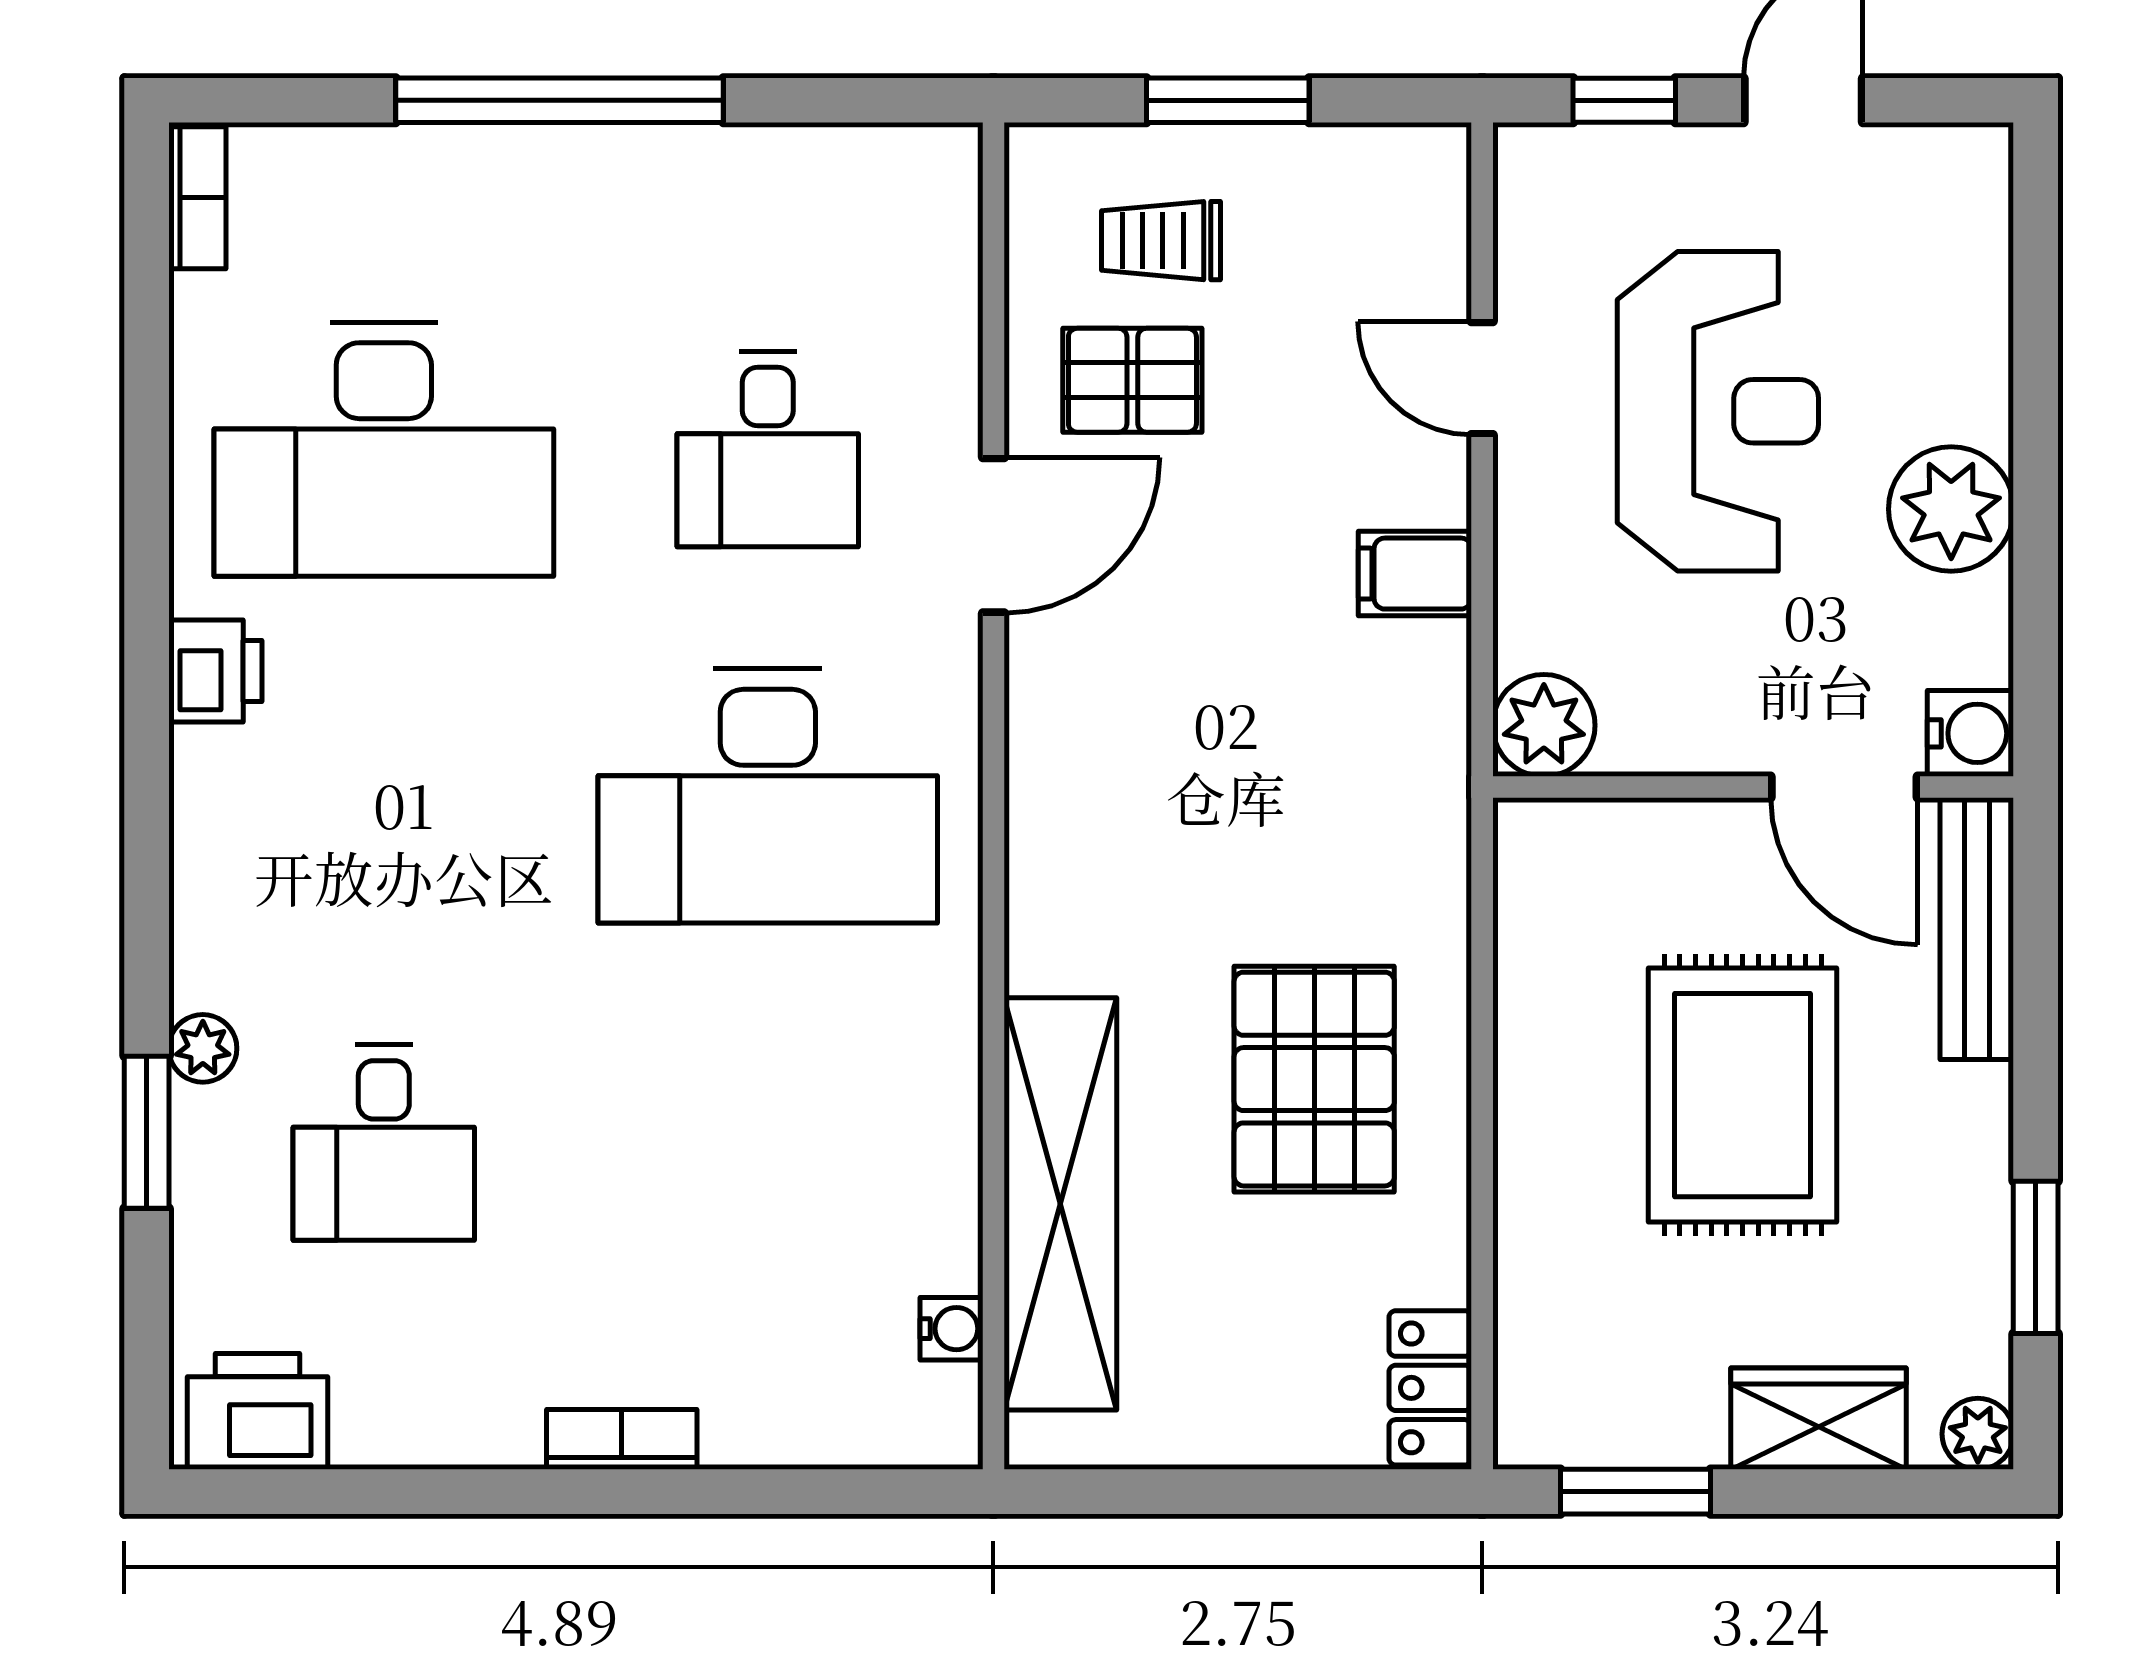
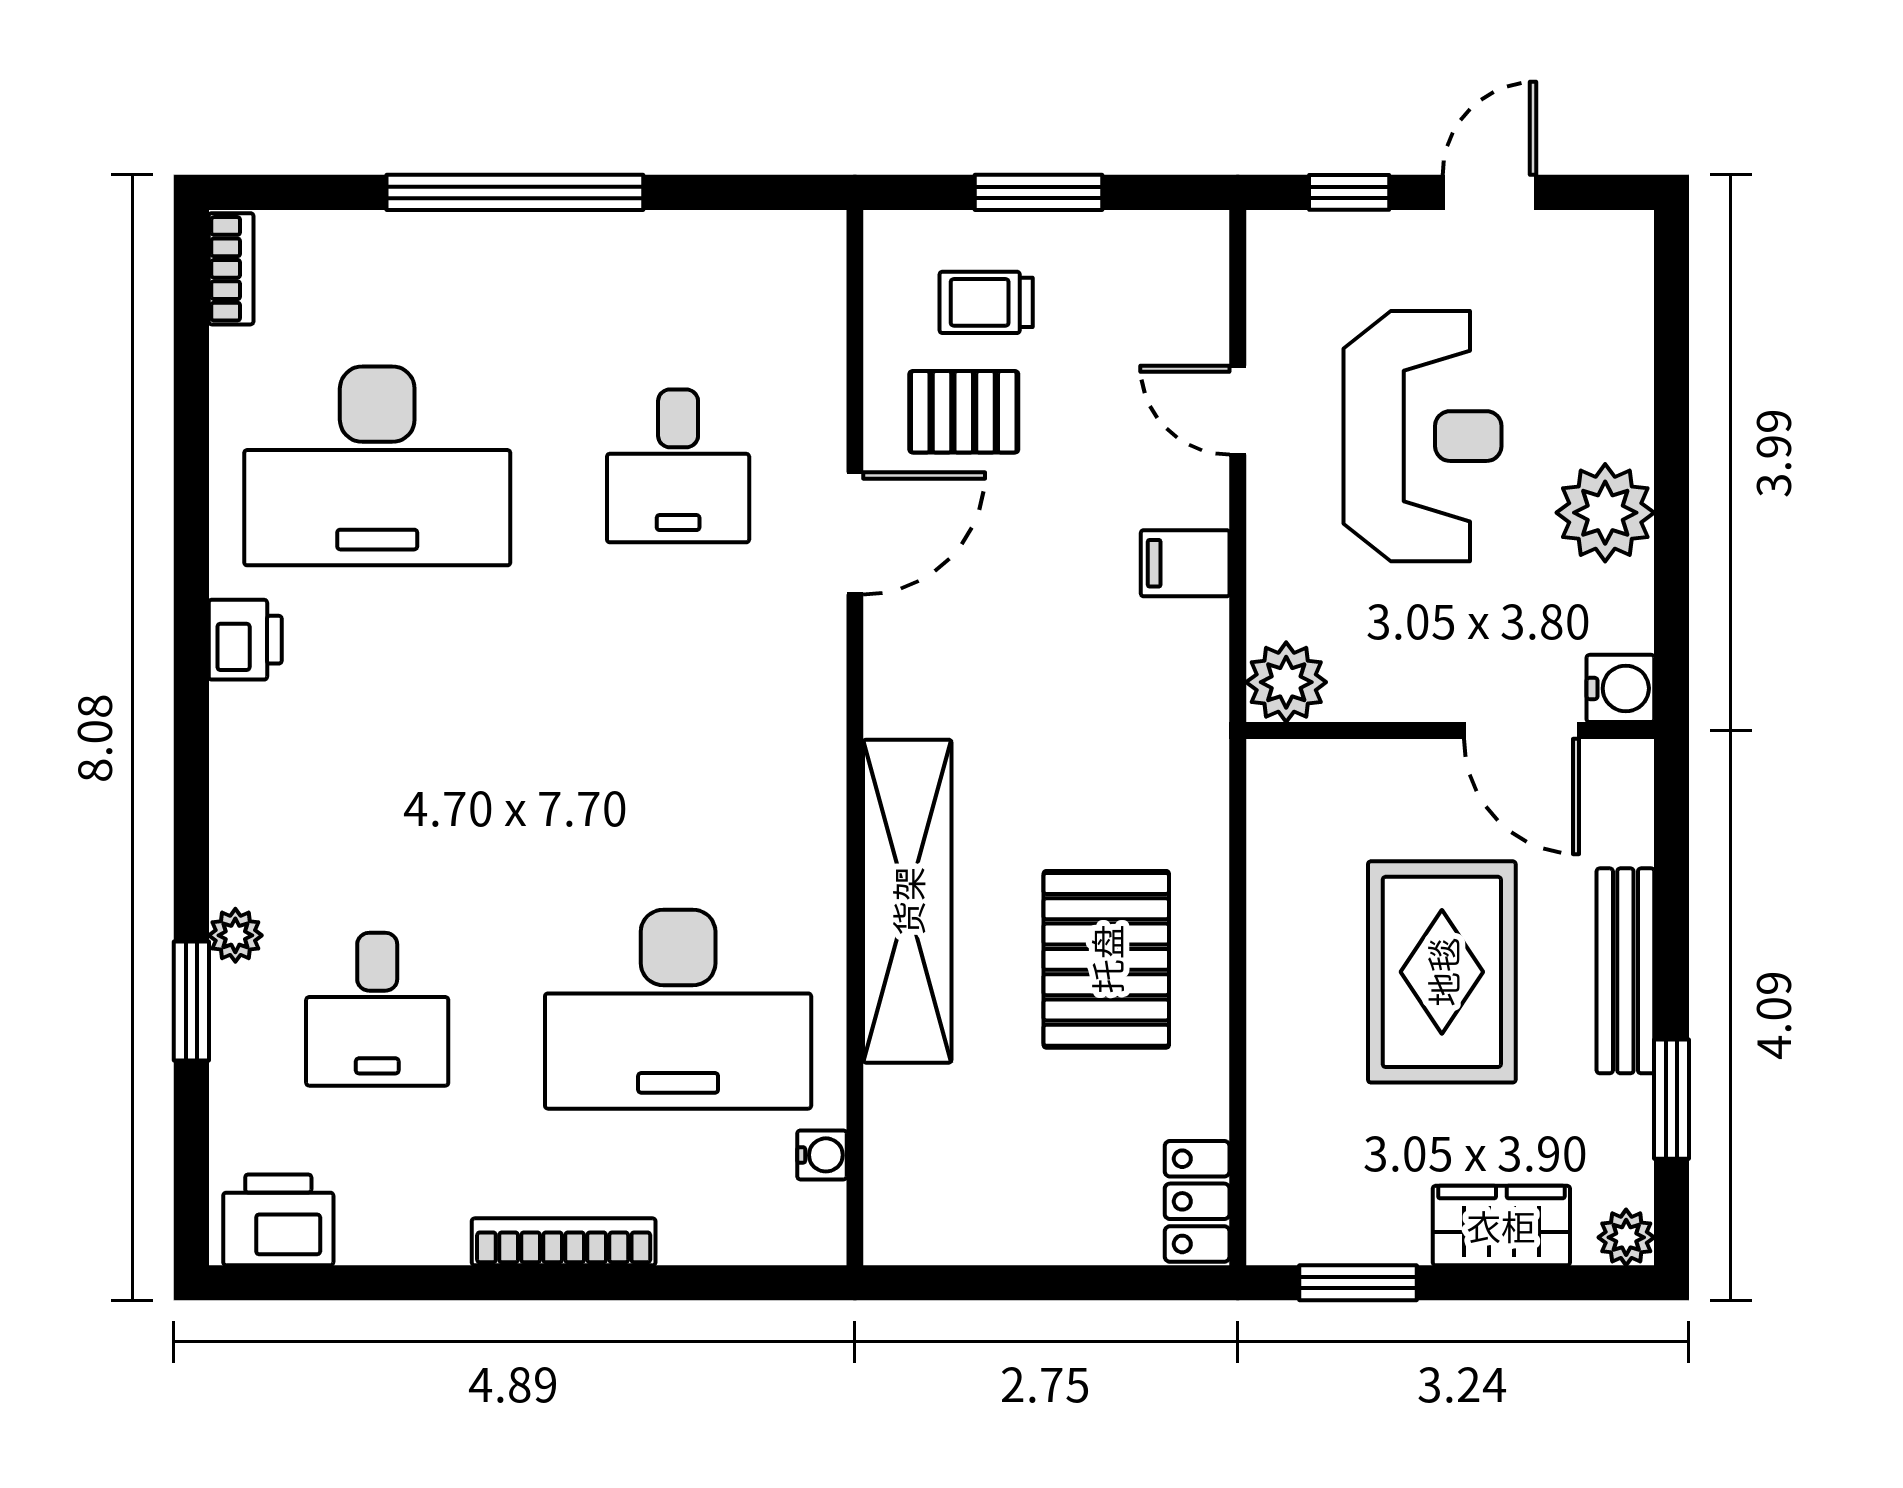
desk: (768, 796) -> (678, 1009), moved
bench: (1977, 929) -> (1625, 971), moved
shelving: (1060, 1204) -> (907, 901), moved
bookcase: (622, 1439) -> (564, 1242), width x1.56

